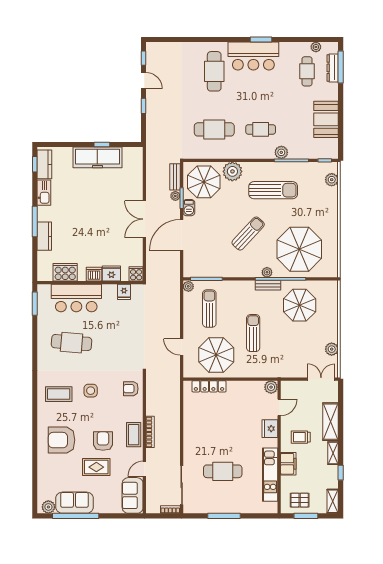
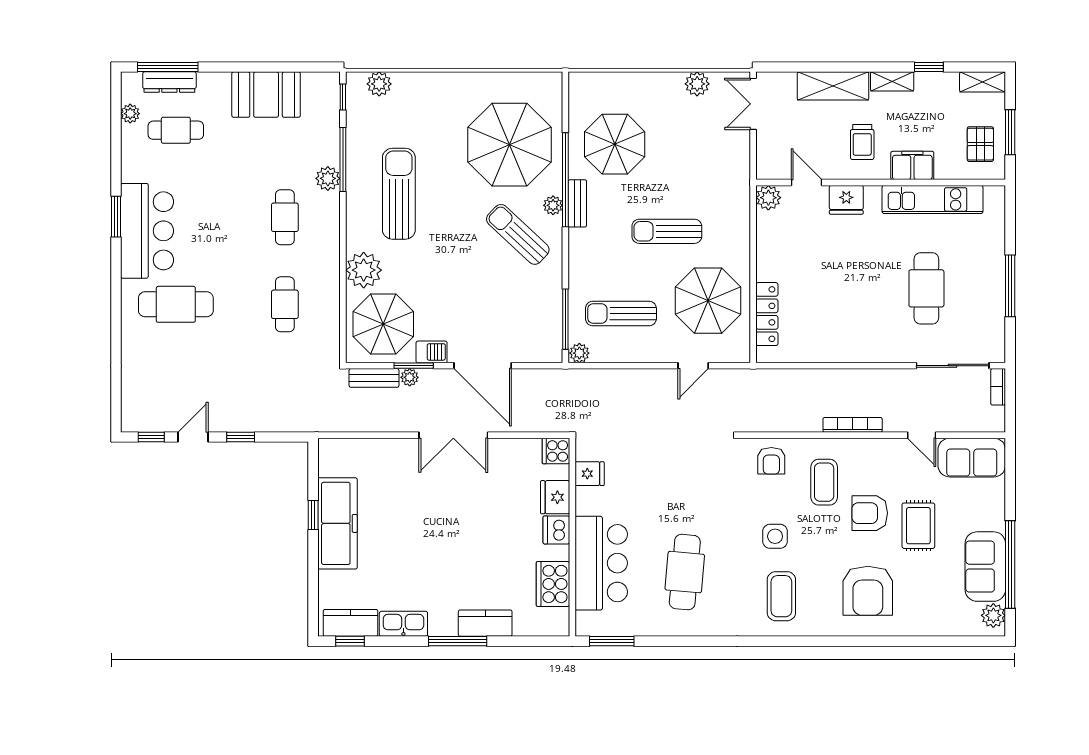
cafe table: (214, 129) -> (285, 304), width x0.73, depth x0.74
sun lounger: (248, 234) -> (518, 234), moved
coffee table: (134, 435) -> (824, 482), moved, turned 90

